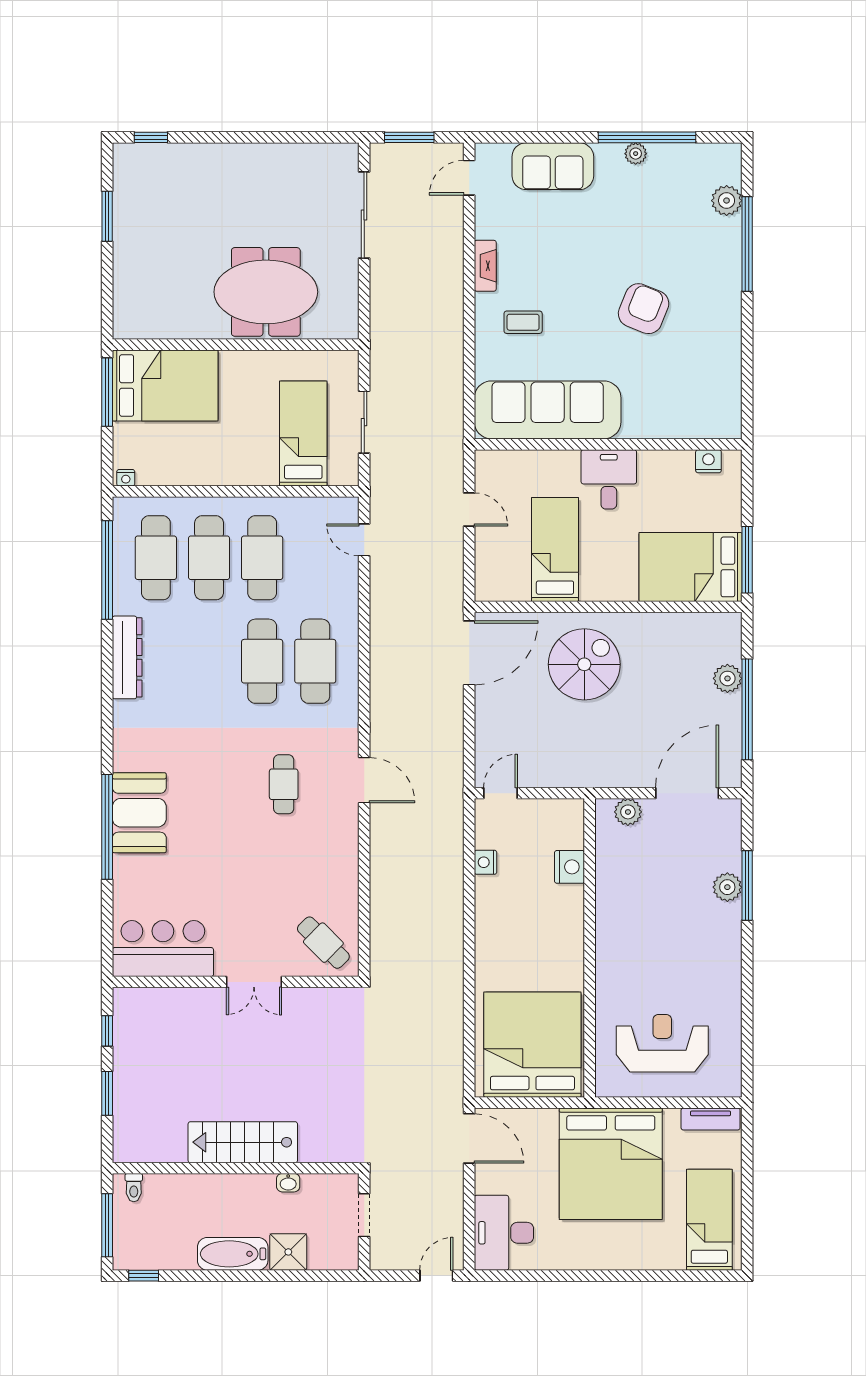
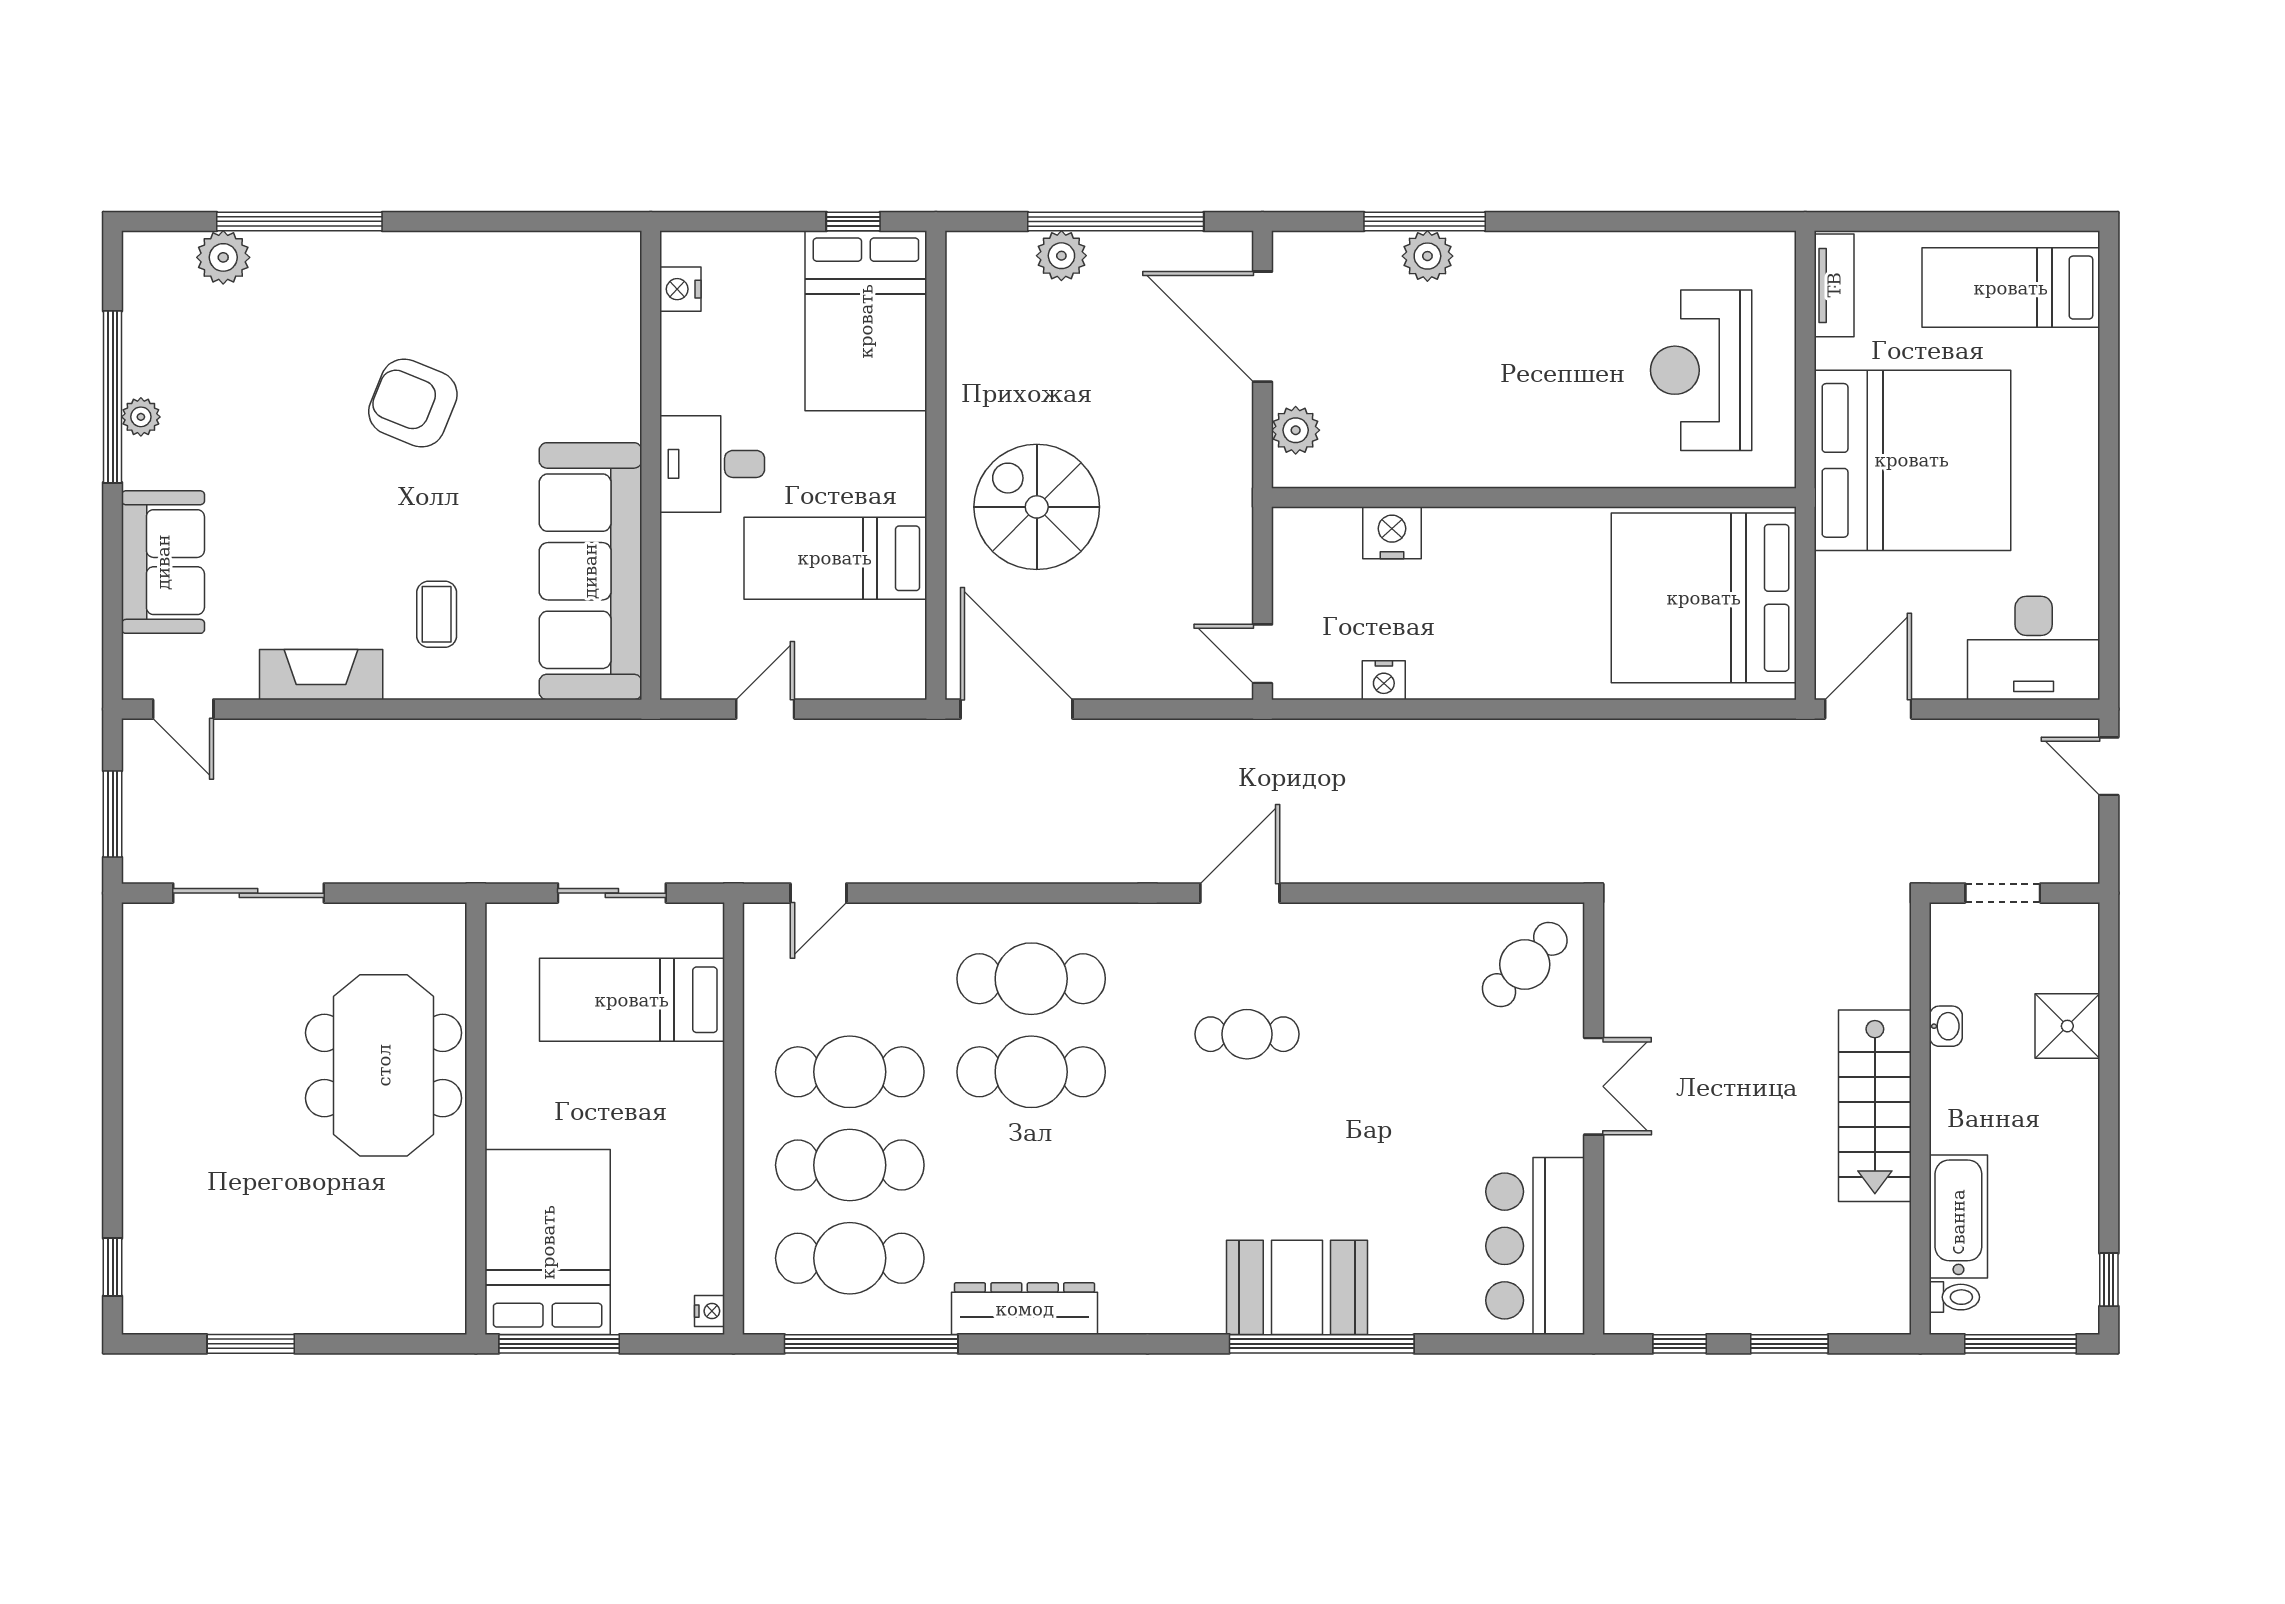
fireplace: (485, 266) -> (321, 675), width x1.37, depth x1.32
window: (747, 560) -> (853, 221), width x0.46
bathtub: (233, 1254) -> (1958, 1217), moved, turned 180

